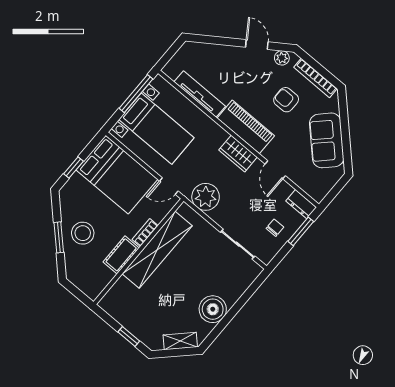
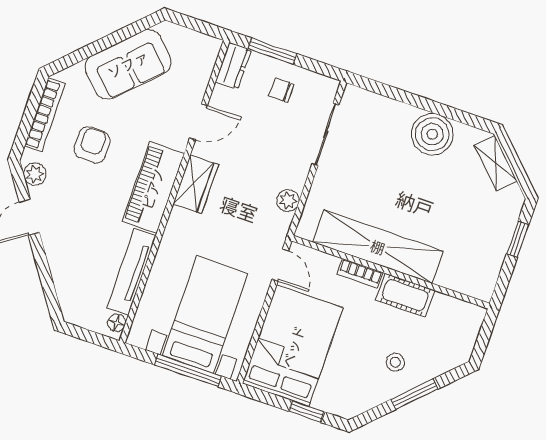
floor lamp: (172, 73) -> (117, 323), added
window: (136, 94) -> (188, 370), moved
armchair: (286, 100) -> (92, 145), turned 180
plant: (206, 197) -> (288, 200), width x0.53, depth x0.53
stool: (83, 233) -> (395, 362), width x0.53, depth x0.53

